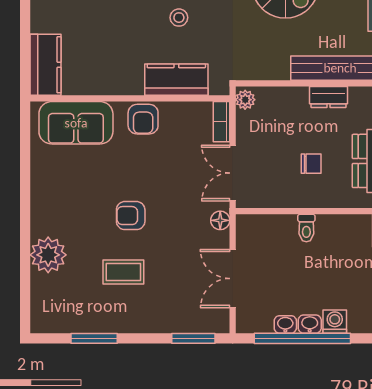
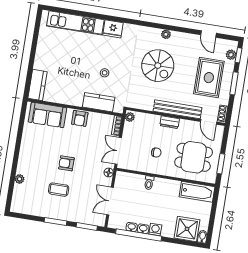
plant: (48, 255) -> (20, 179), width x0.53, depth x0.53
window: (94, 338) -> (55, 221), moved

